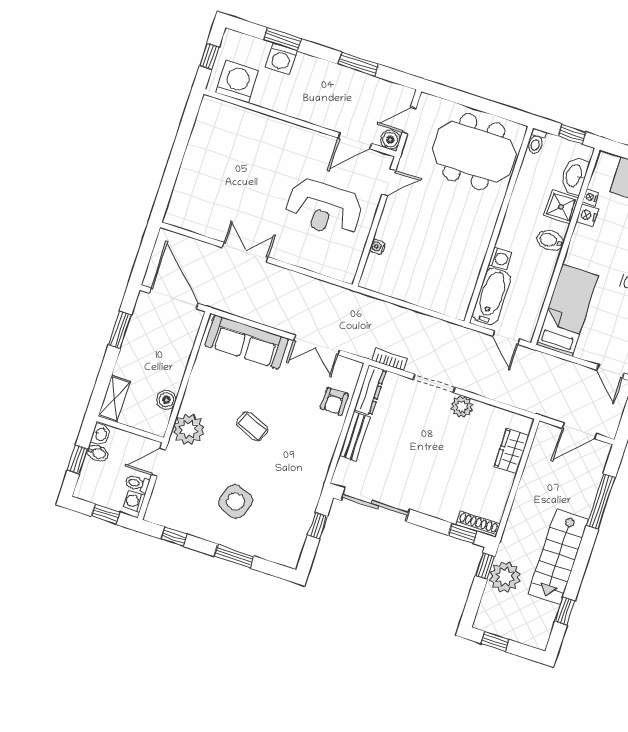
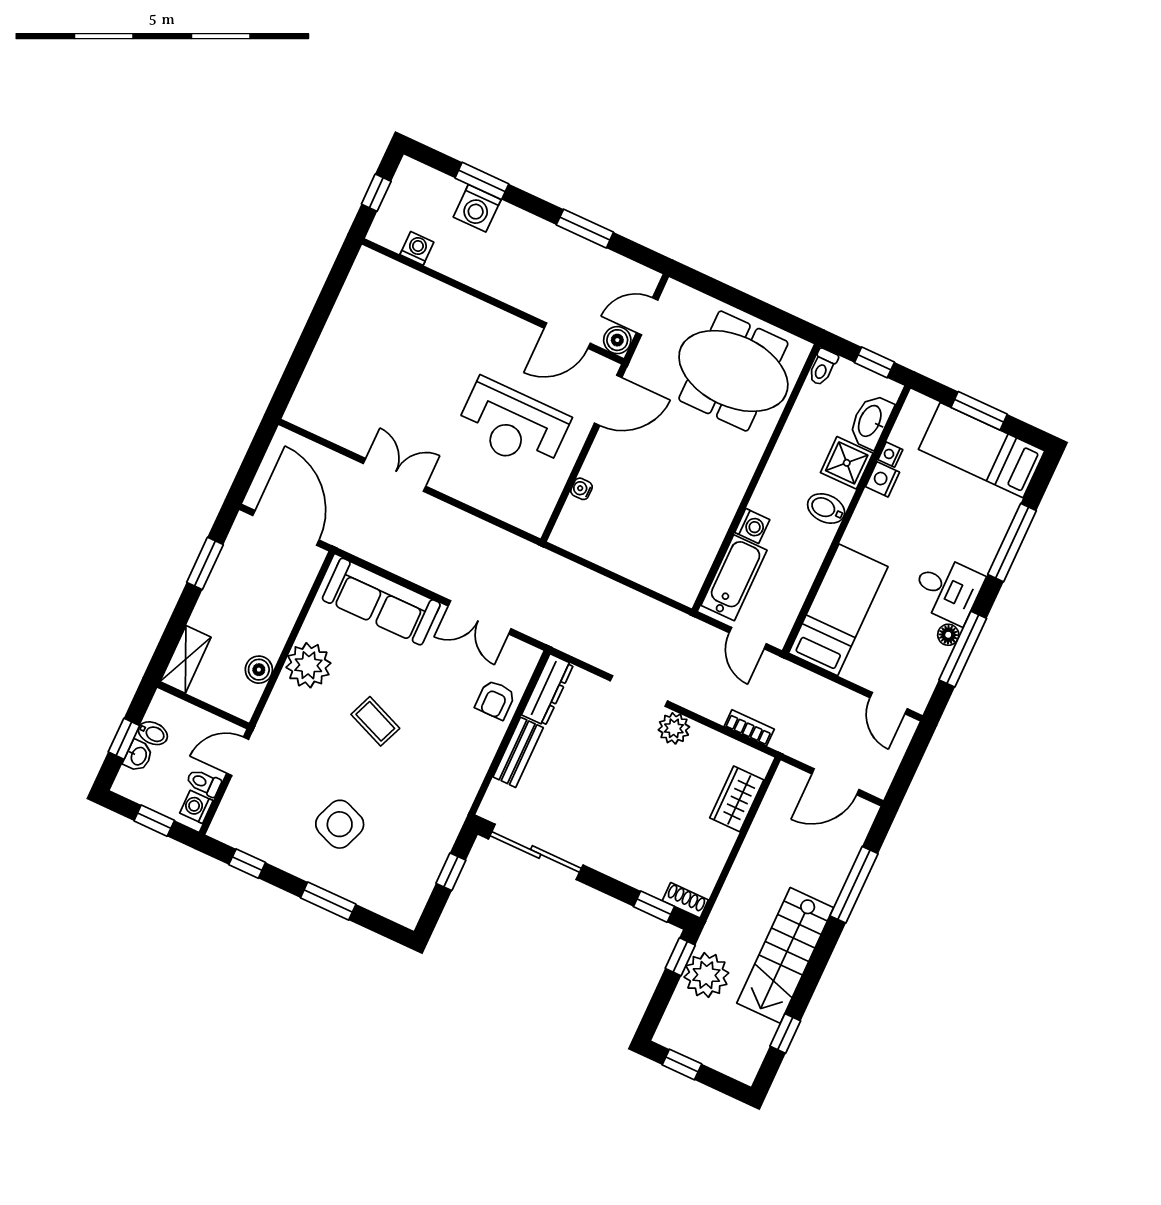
washing machine: (237, 82) -> (417, 248), width x0.53, depth x0.53
door: (389, 183) -> (608, 400), width x1.38
bookcase: (390, 359) -> (749, 728), moved
plant: (189, 429) -> (308, 665), moved
washbasin: (101, 434) -> (138, 756), moved
shoe rack: (478, 524) -> (685, 900), width x0.70

